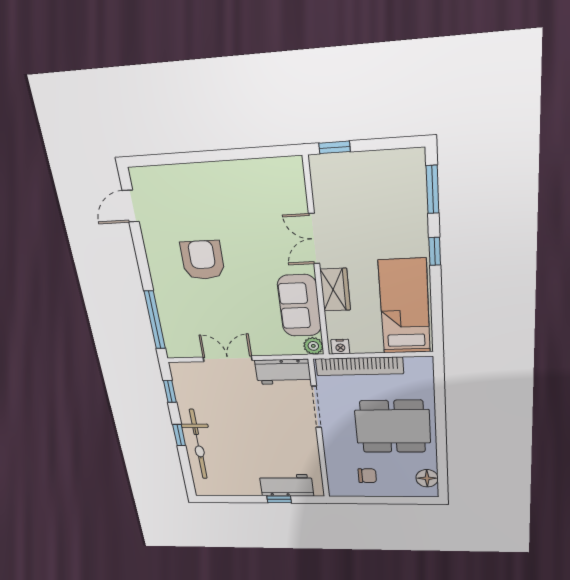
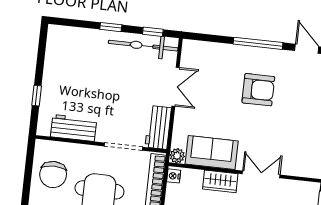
window: (155, 320) -> (258, 43), moved
bicycle: (198, 445) -> (143, 46), moved
chair: (367, 476) -> (53, 175), width x1.87, depth x1.87
workbench: (287, 485) -> (74, 128), moved, turned -90

